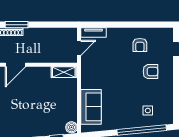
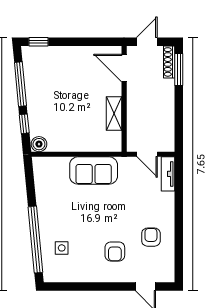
armchair: (140, 45) -> (151, 237), turned 90
shelving: (64, 72) -> (114, 114), moved
sofa: (91, 107) -> (94, 171), moved

